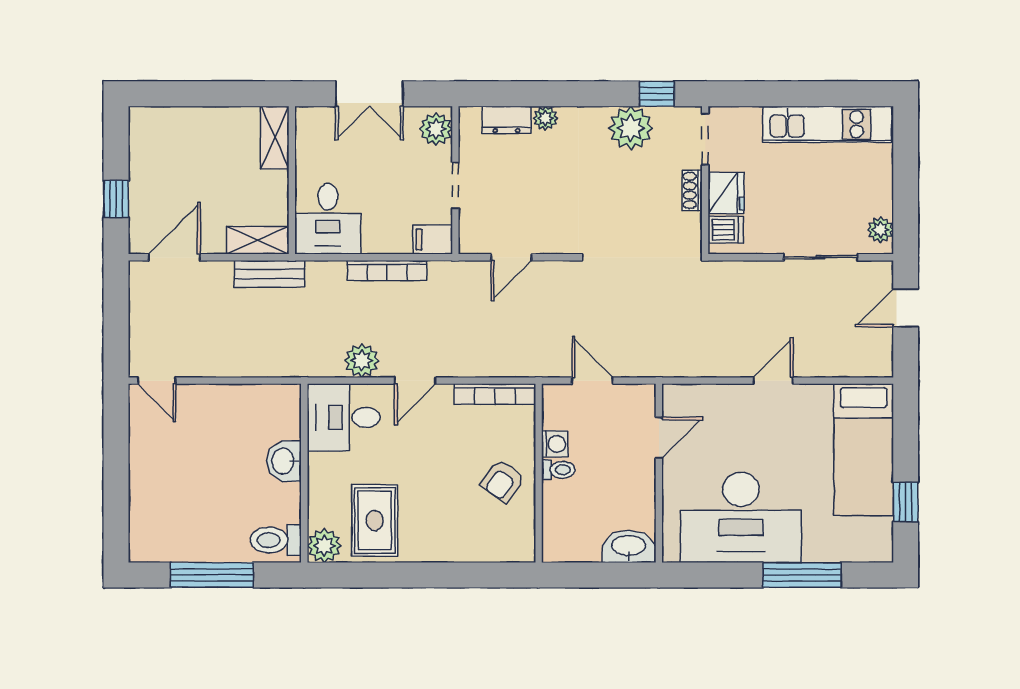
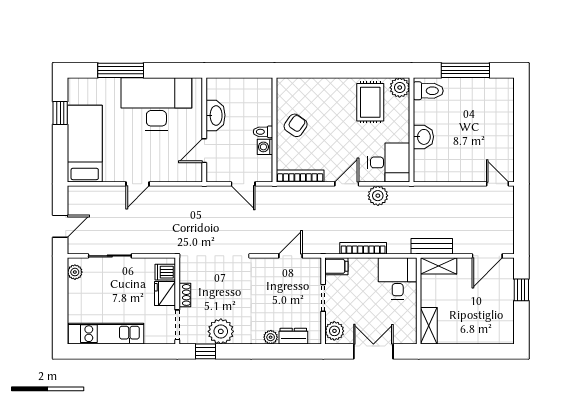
washbasin: (629, 546) -> (216, 115), moved, turned -90

